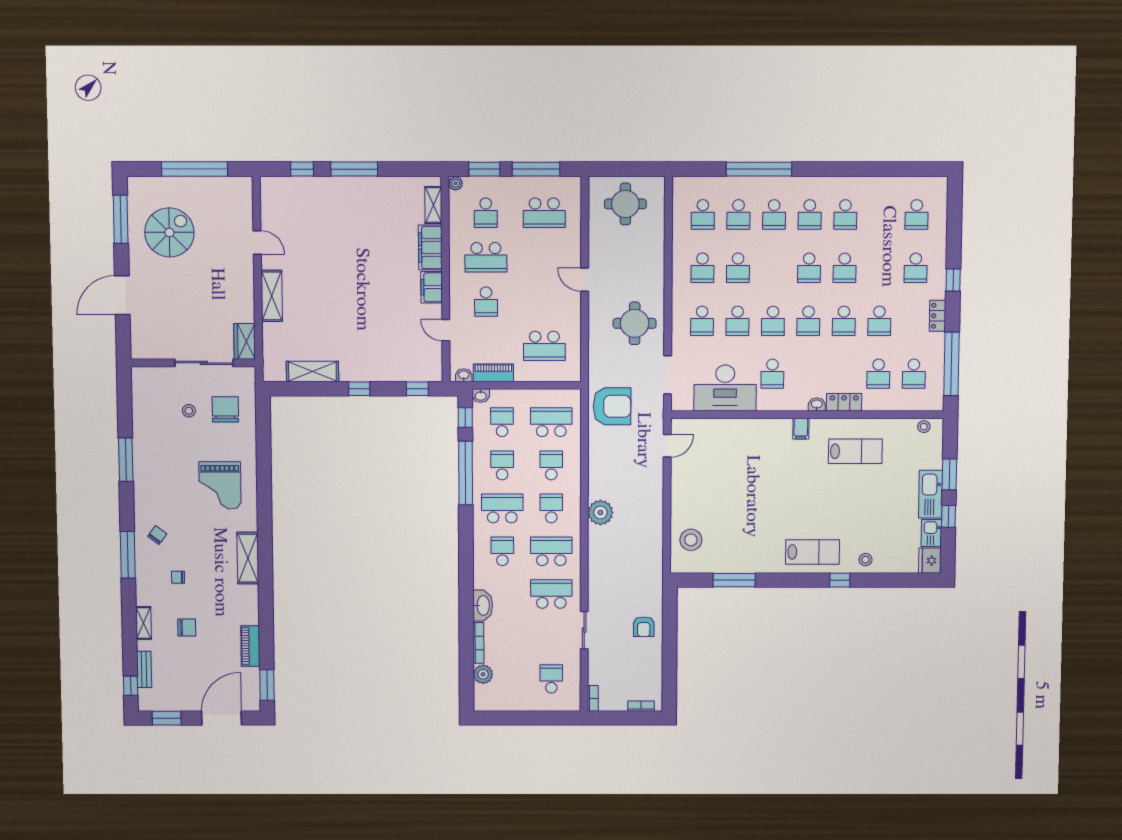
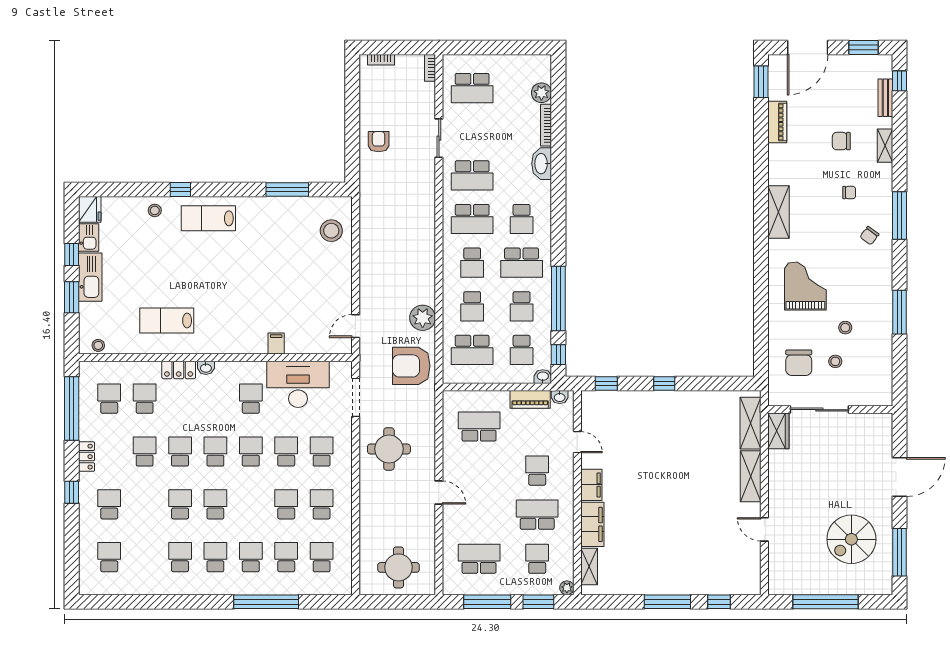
shelving: (312, 371) -> (751, 423), moved, turned 90
filing cabinet: (801, 429) -> (276, 343), moved
stool: (180, 444) -> (845, 328), added
plant: (600, 513) -> (423, 318), moved
school desk: (551, 679) -> (472, 88), width x1.85

